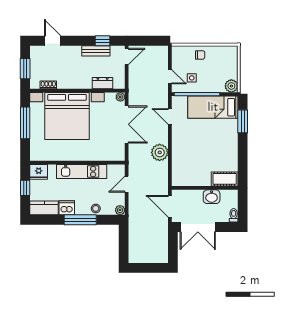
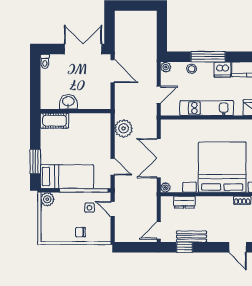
cot: (225, 179) -> (54, 121), moved
wall: (205, 188) -> (76, 111), moved
washbasin: (212, 197) -> (68, 102), moved

